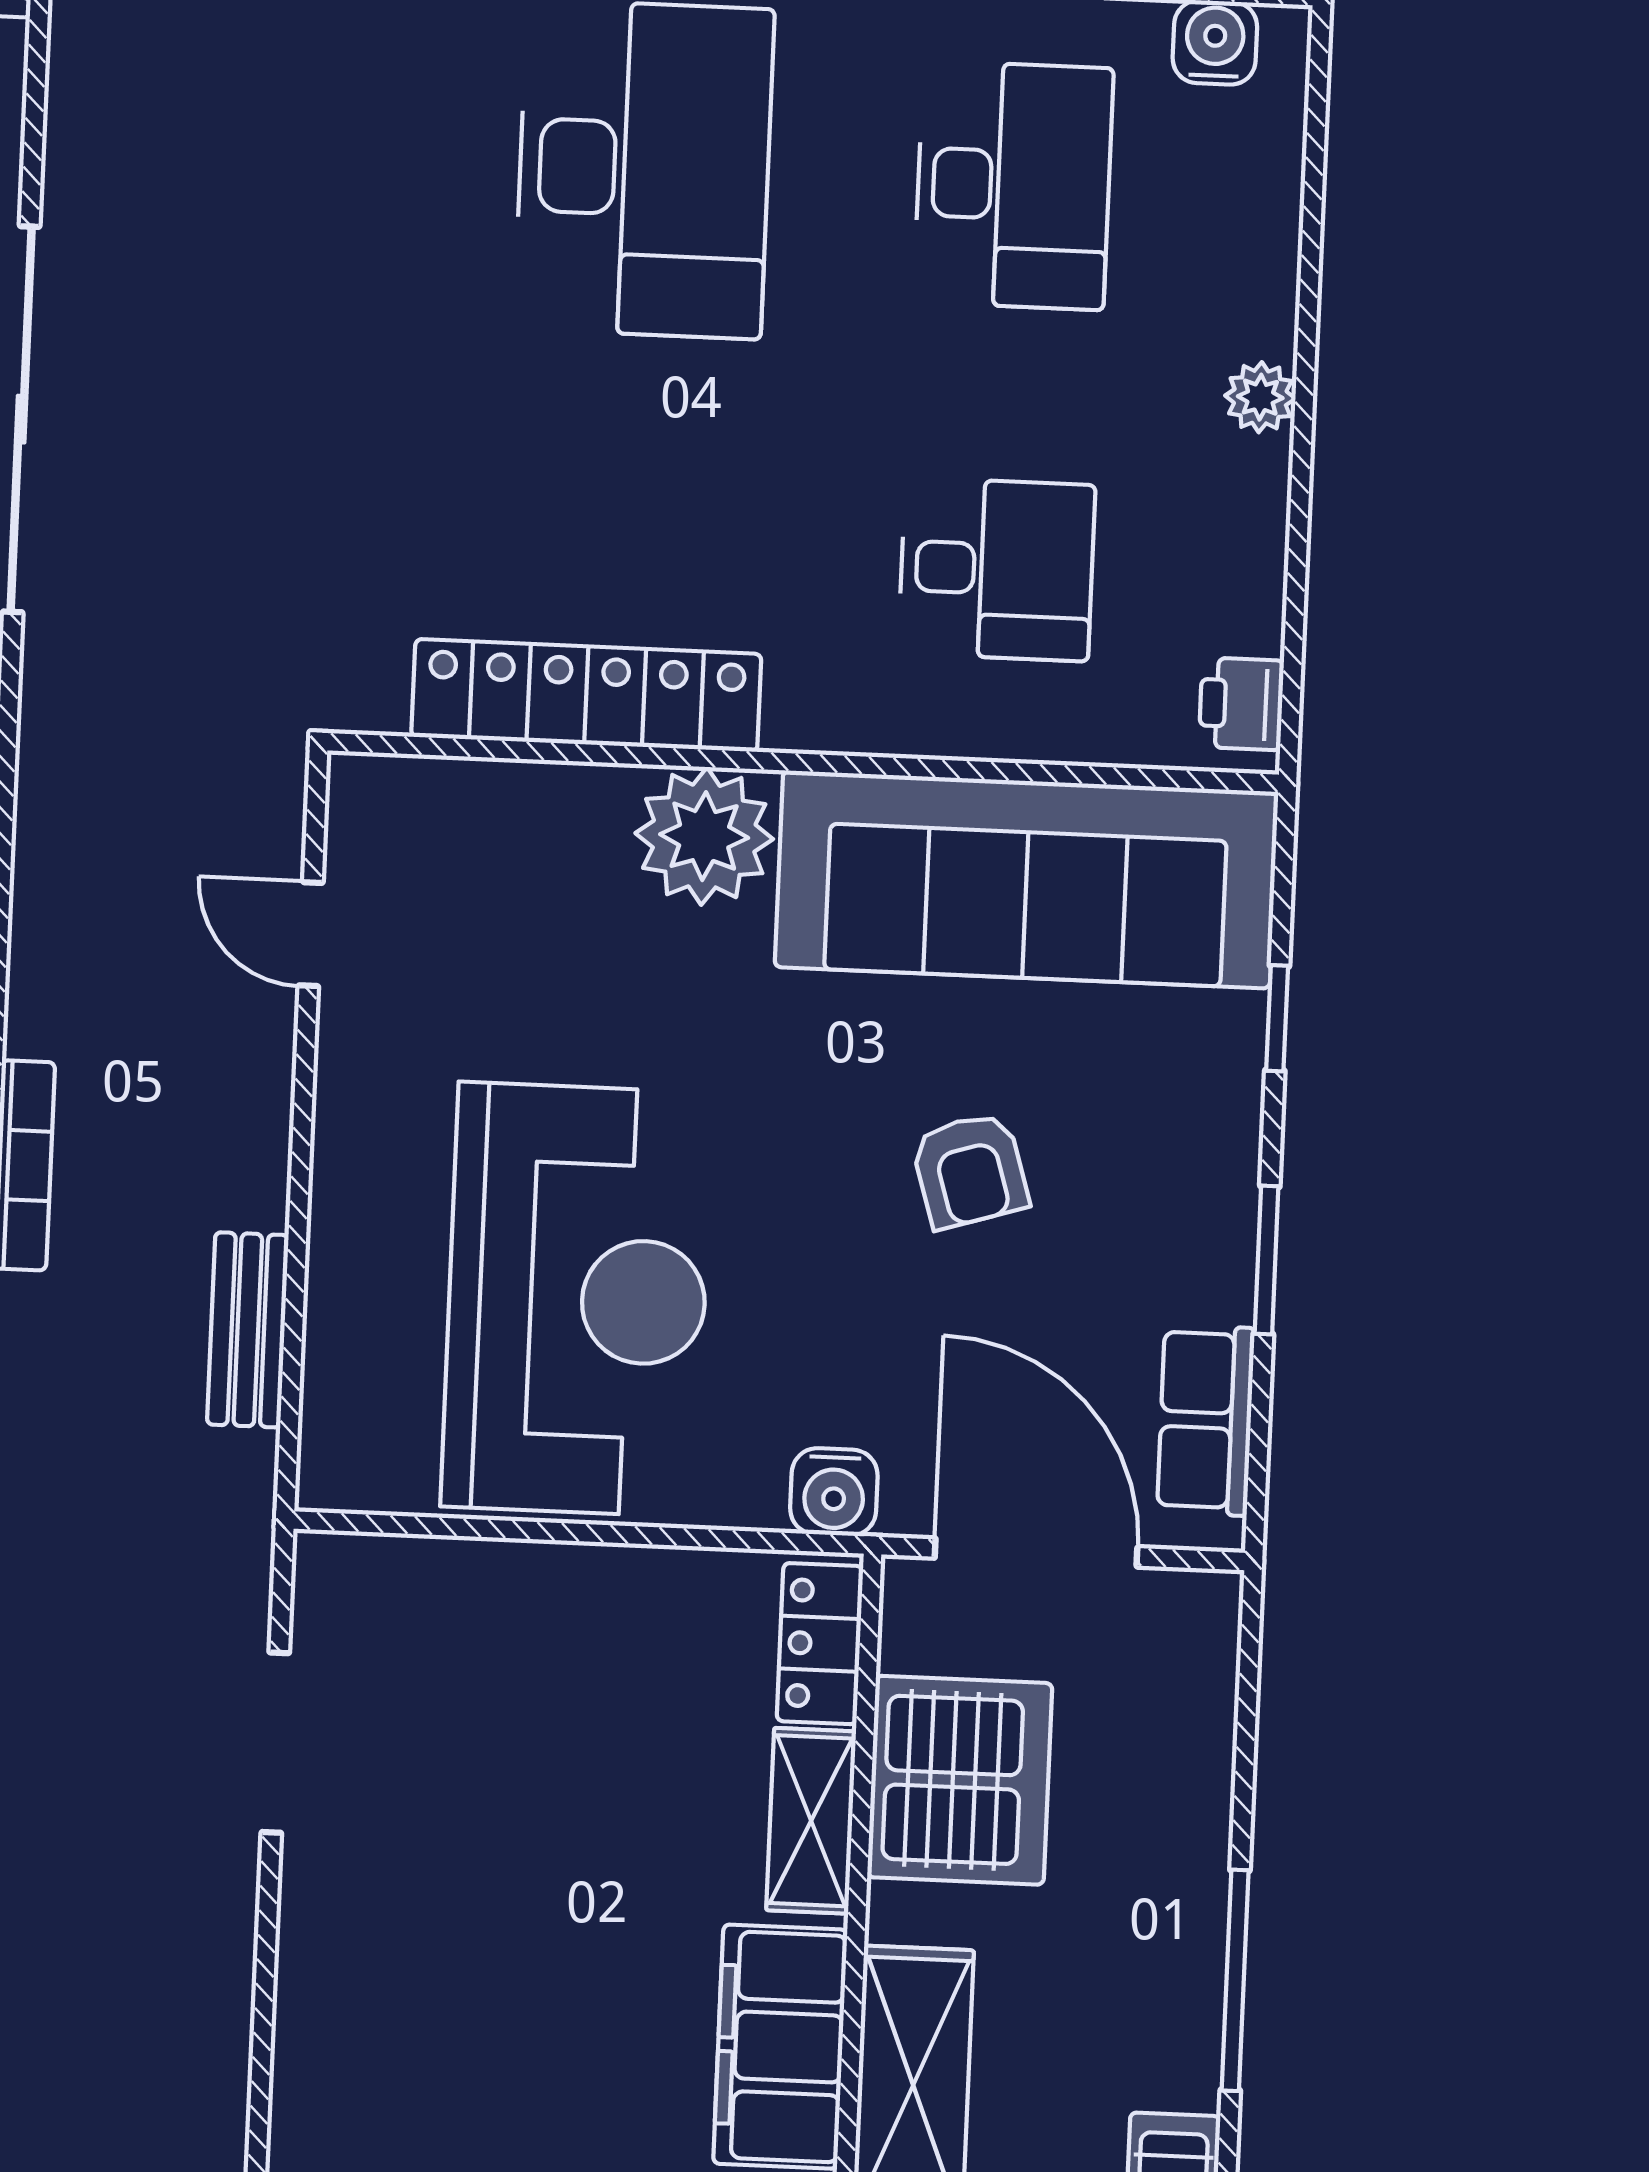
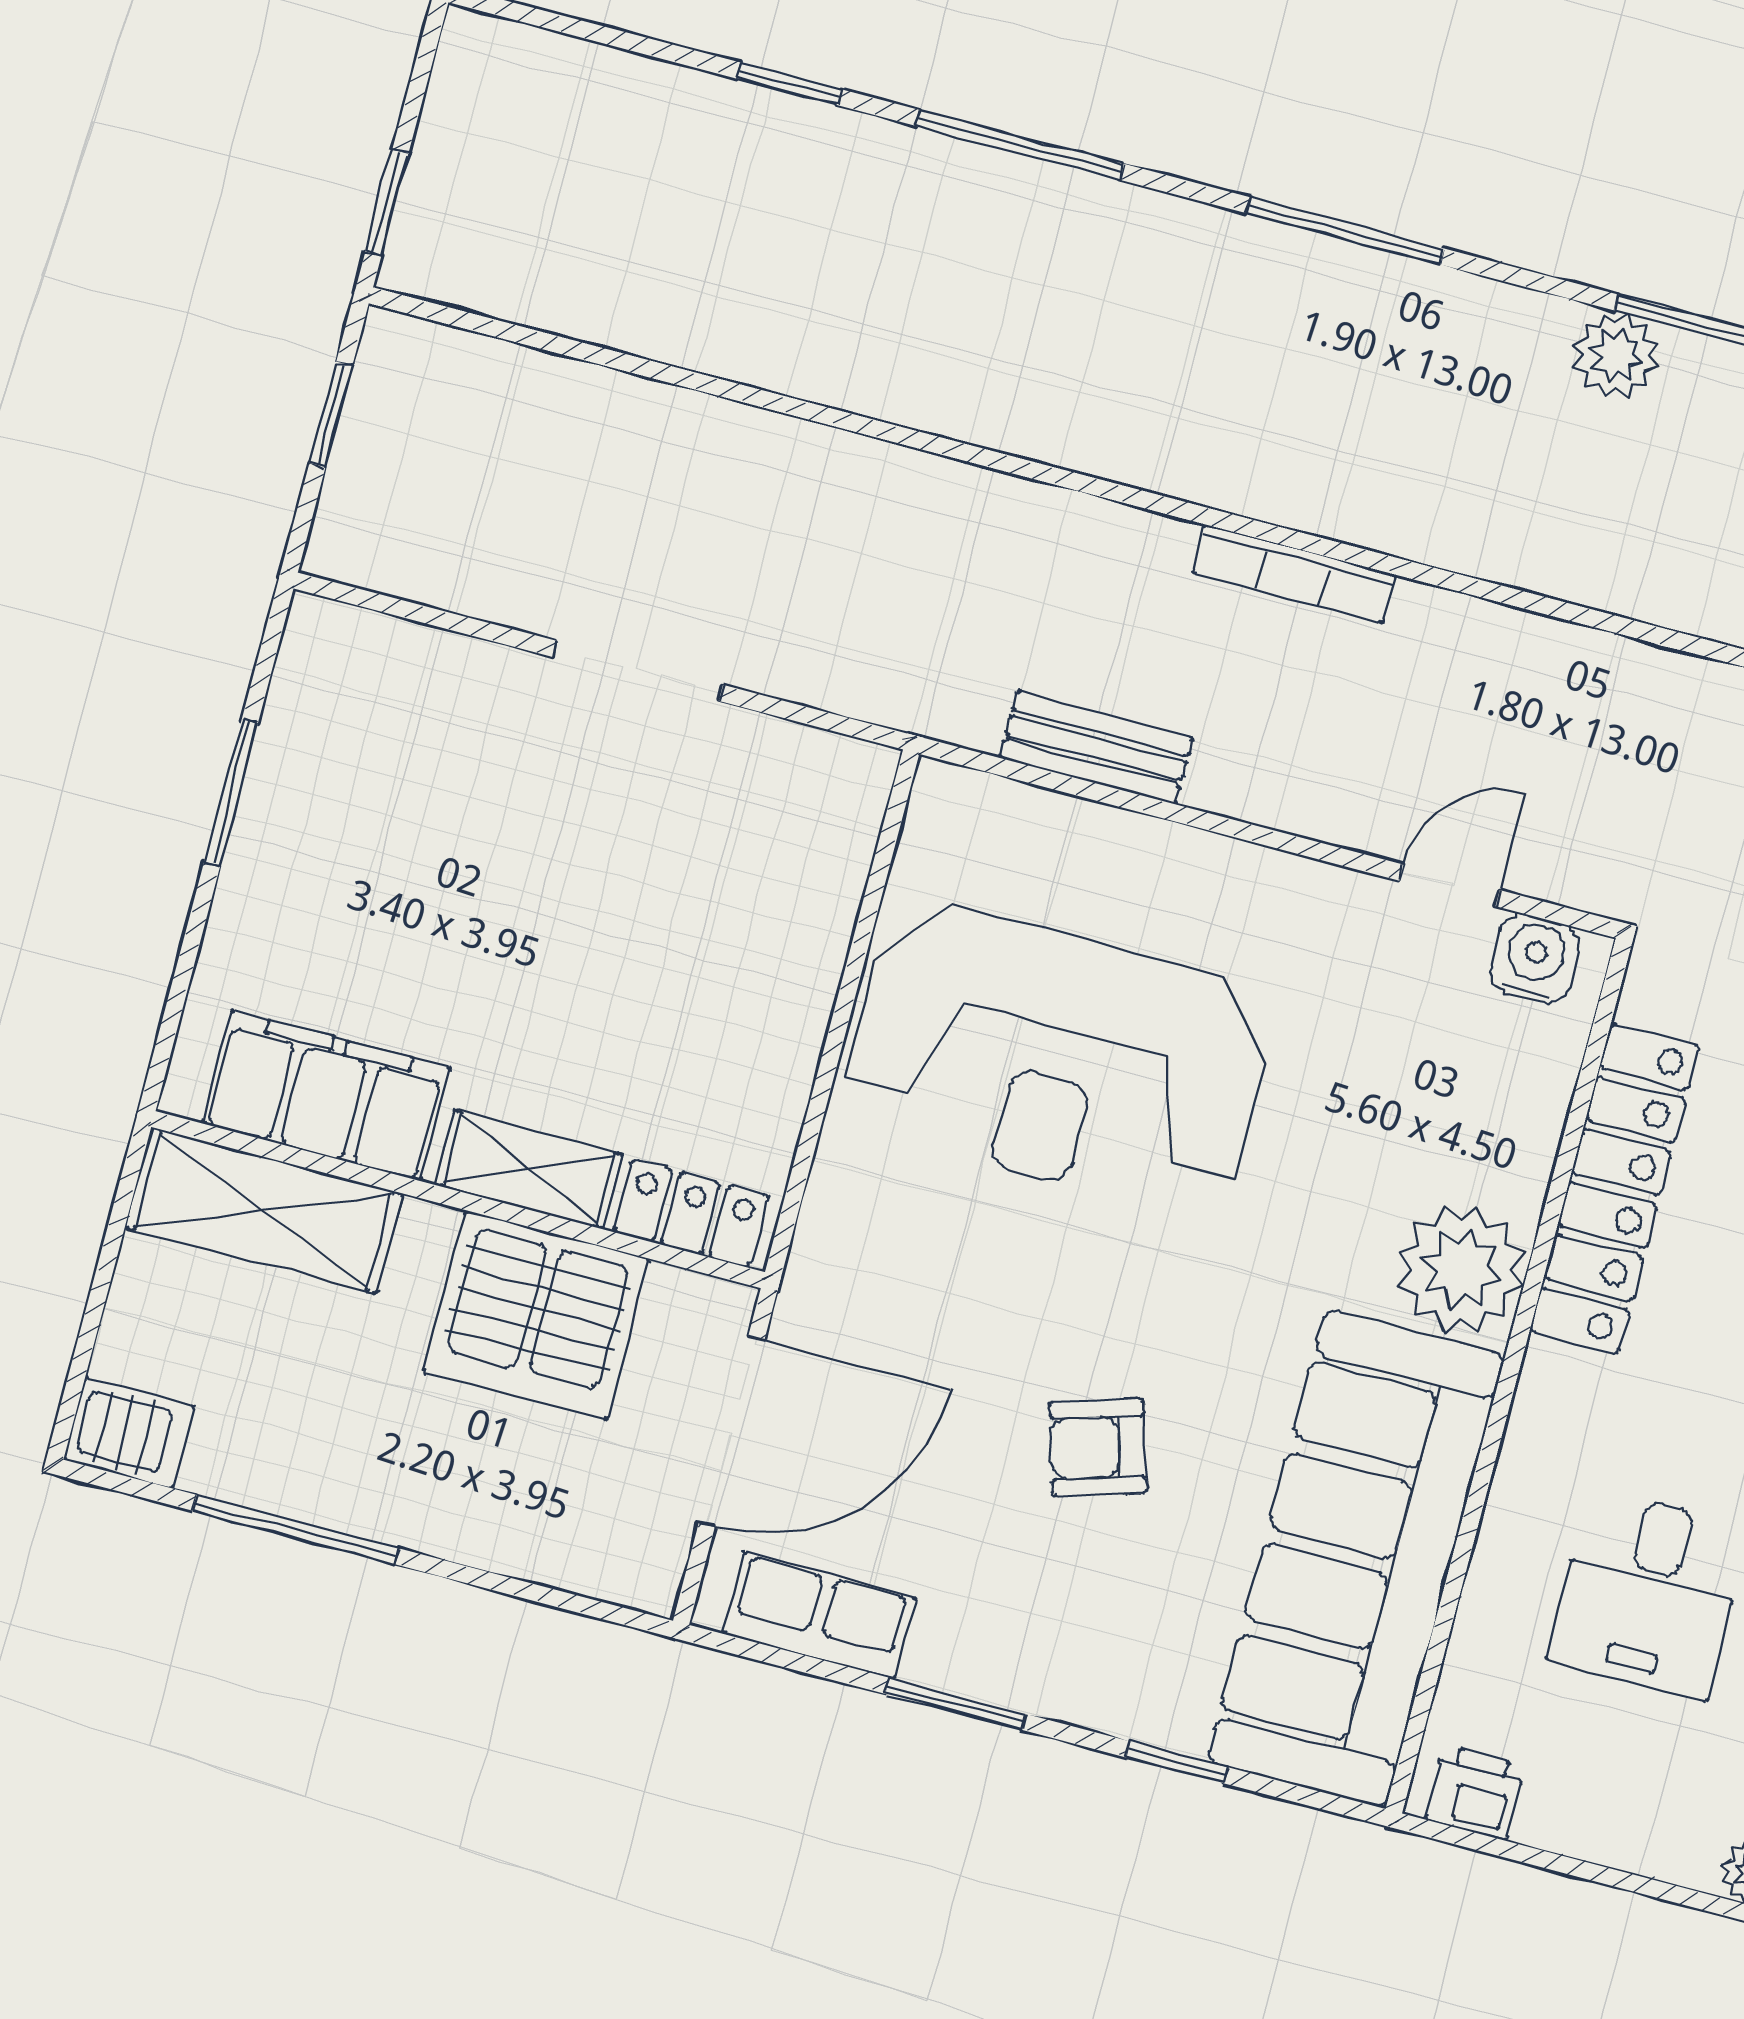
water cooler: (834, 1492) -> (1535, 958), moved, turned 90
doorway: (275, 1743) -> (638, 671), moved

